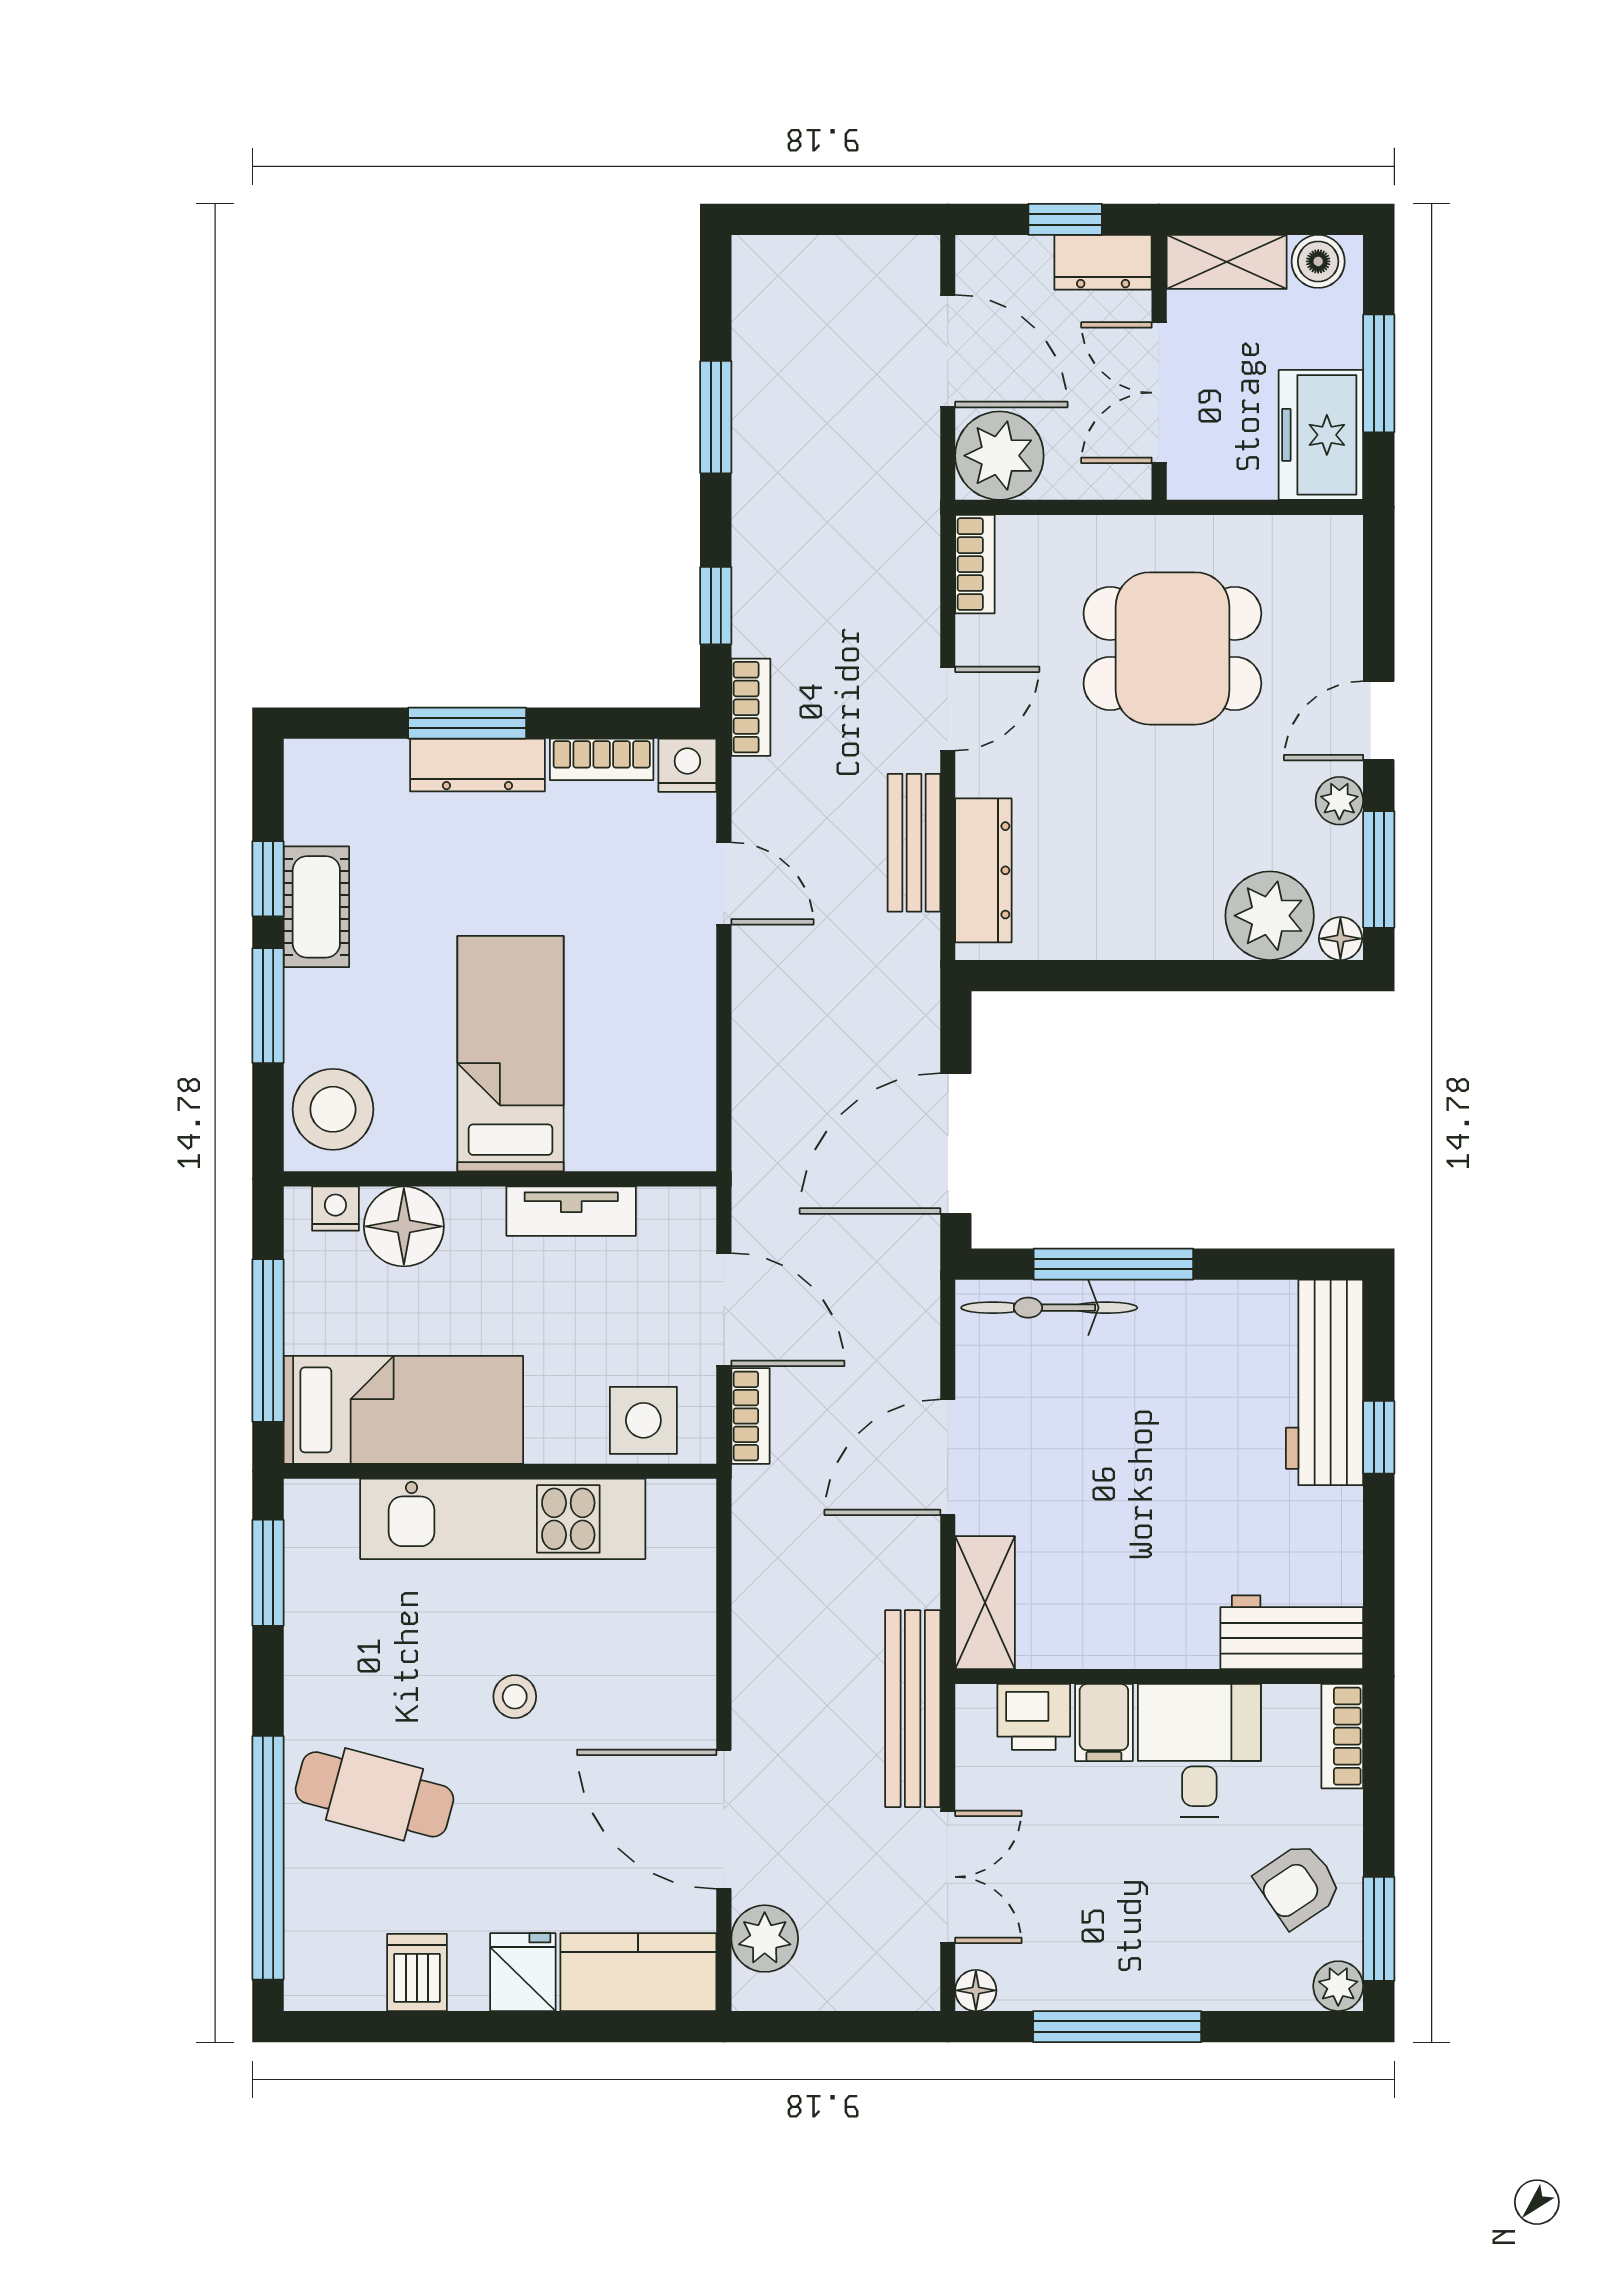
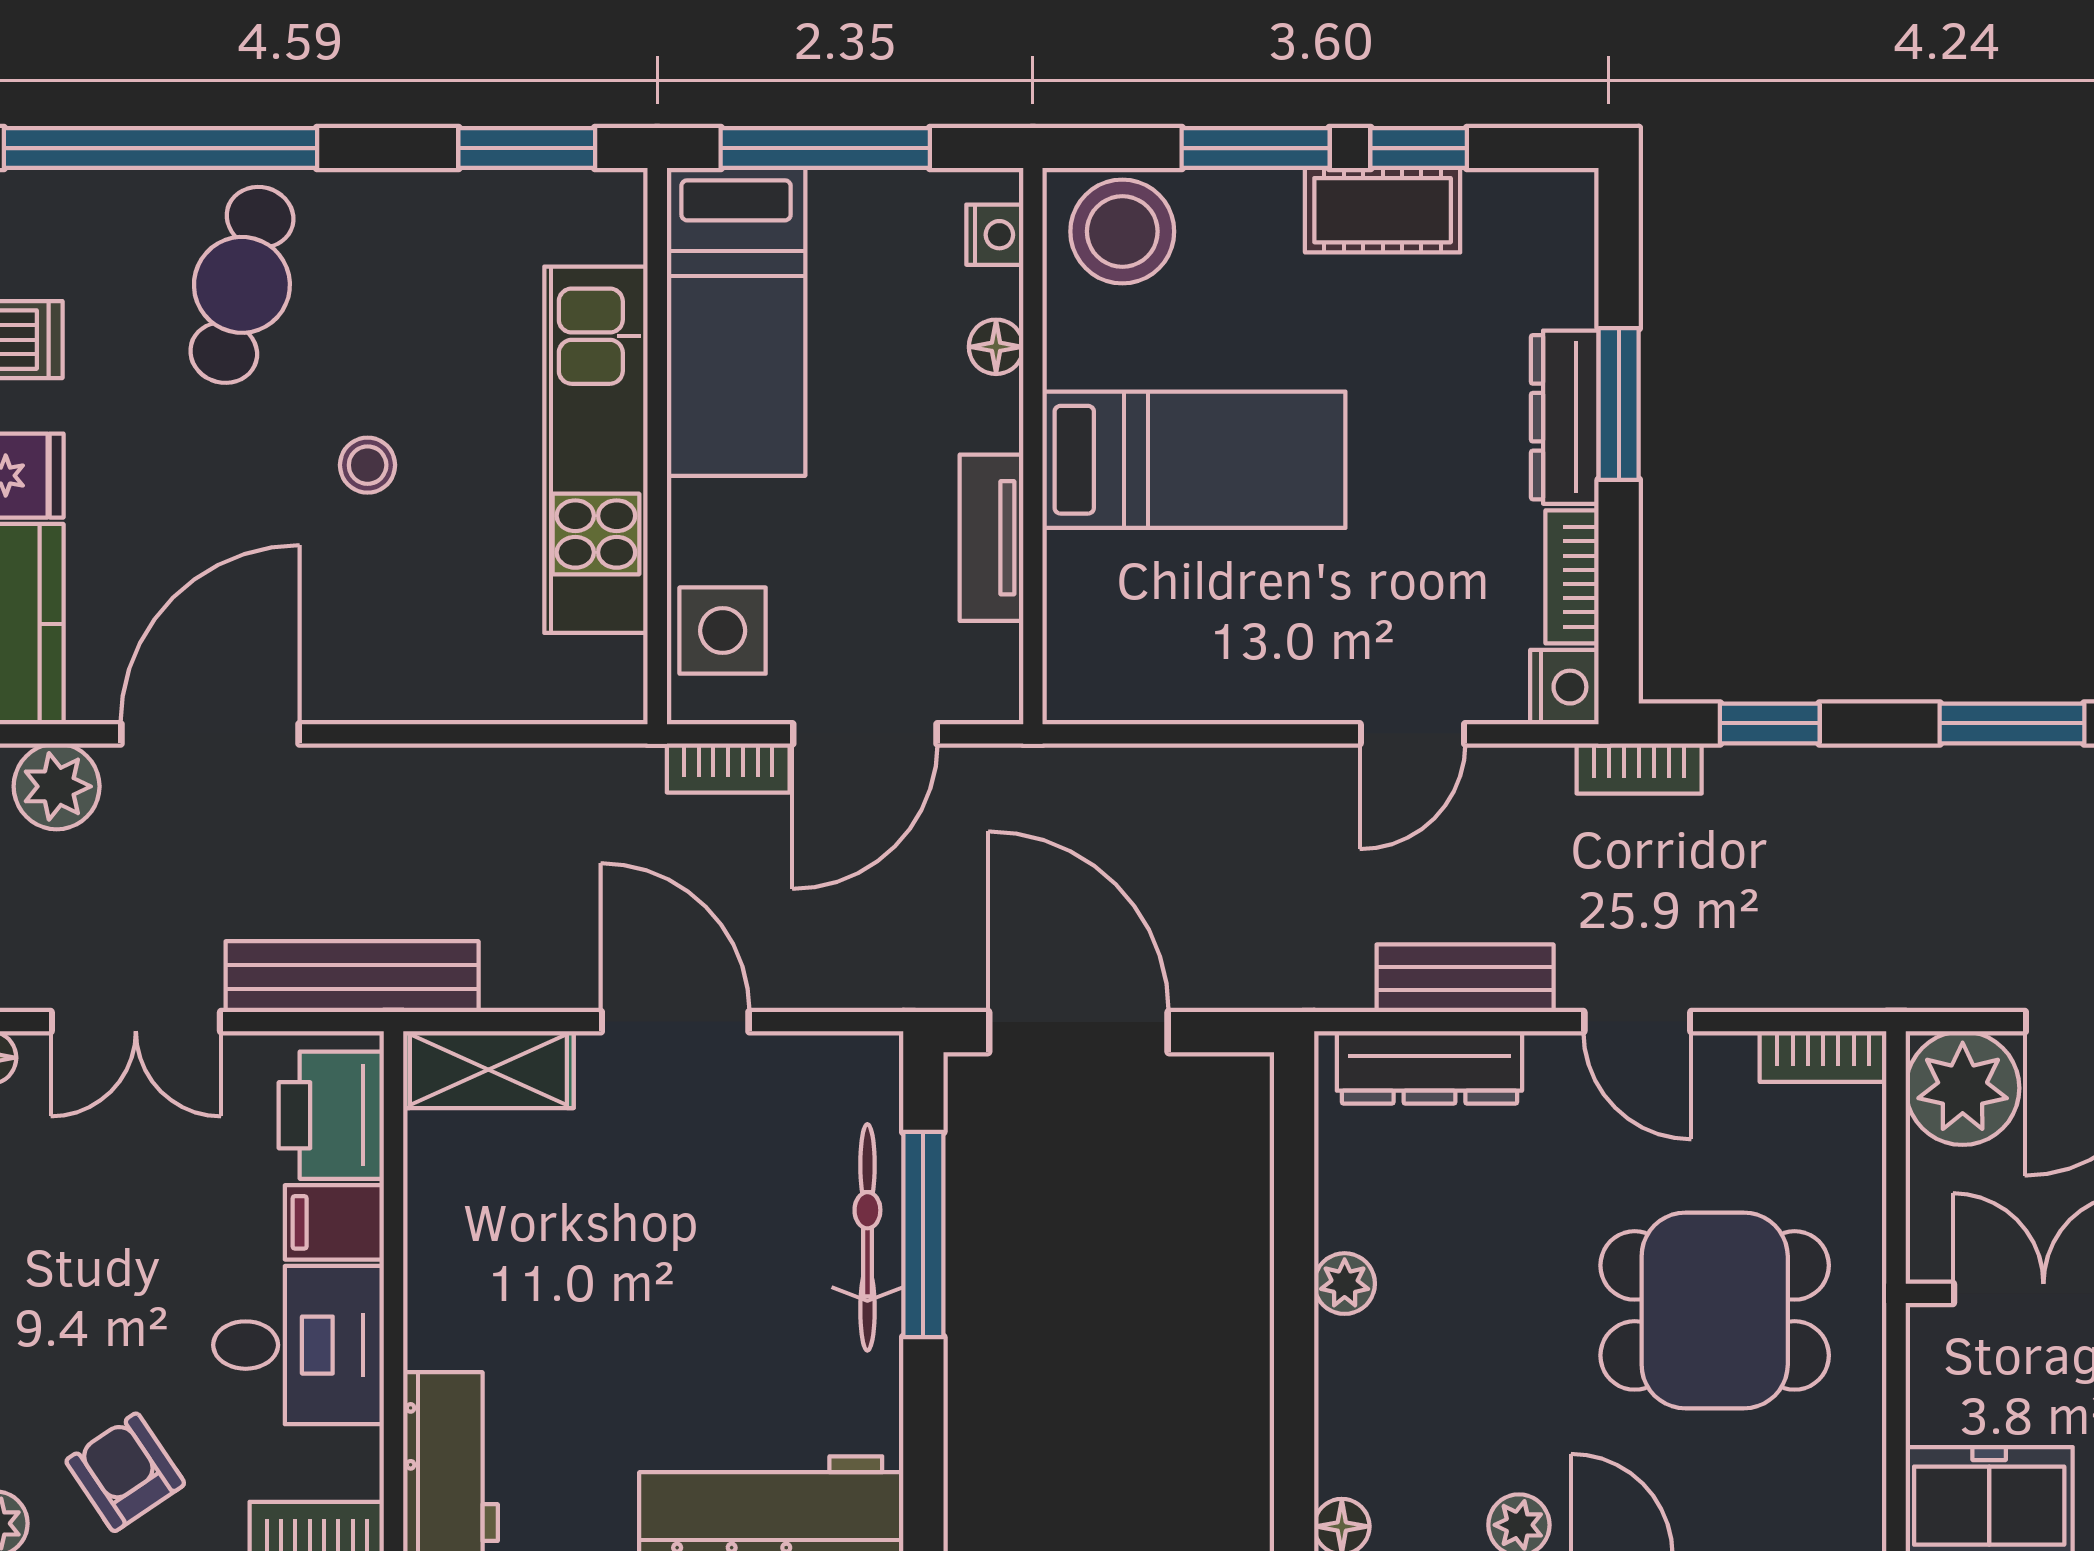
dining table: (1172, 648) -> (1715, 1310), turned 90
plant: (1270, 916) -> (1345, 1284), moved, width x0.53, depth x0.53
floor lamp: (404, 1226) -> (996, 347), width x0.53, depth x0.53
bicycle: (1049, 1308) -> (867, 1237), moved
printer: (1034, 1717) -> (331, 1115), width x1.36, depth x1.24

